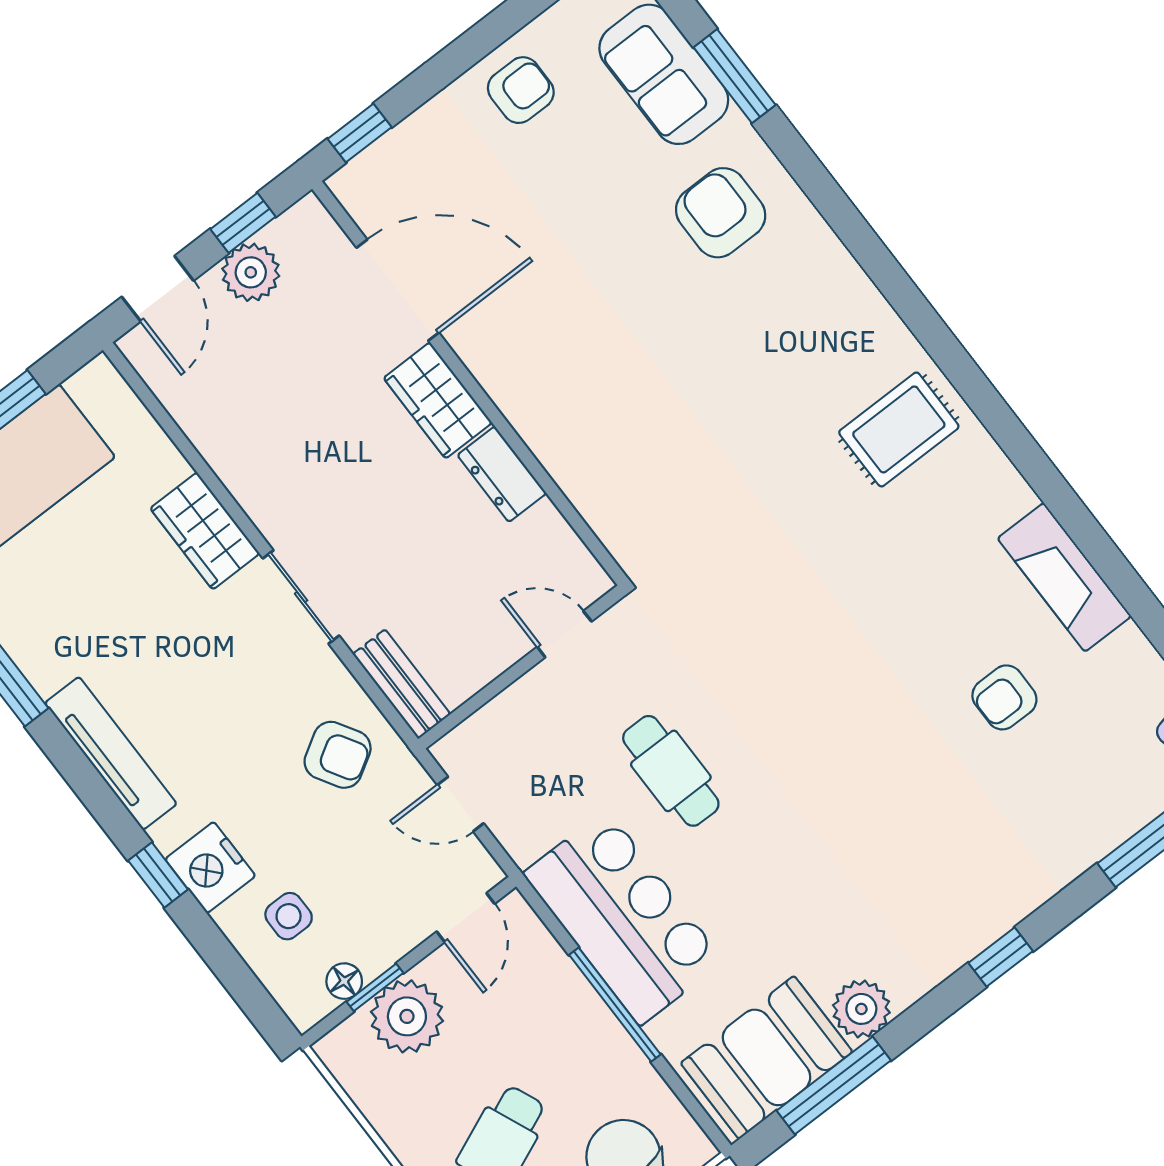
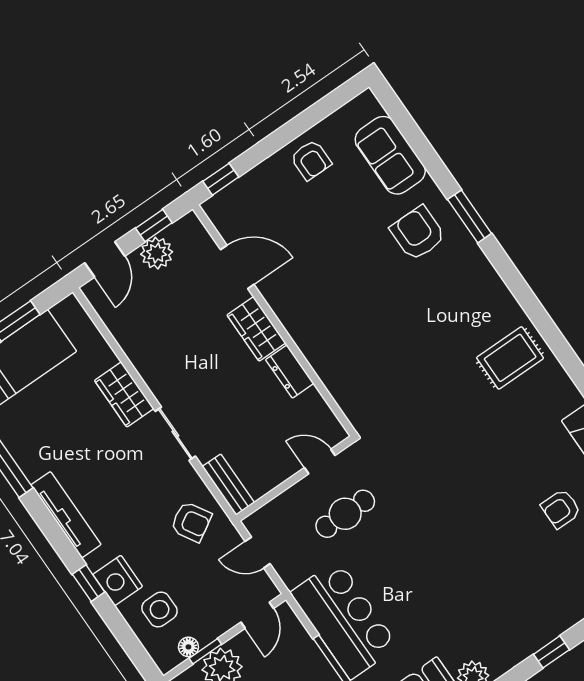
window: (735, 76) -> (470, 216), moved
armchair: (521, 90) -> (311, 160), turned 90
door: (398, 290) -> (237, 267), width x0.73
cafe table: (671, 771) -> (345, 514), moved, turned 90
side table: (289, 916) -> (160, 609), width x1.37, depth x1.37

